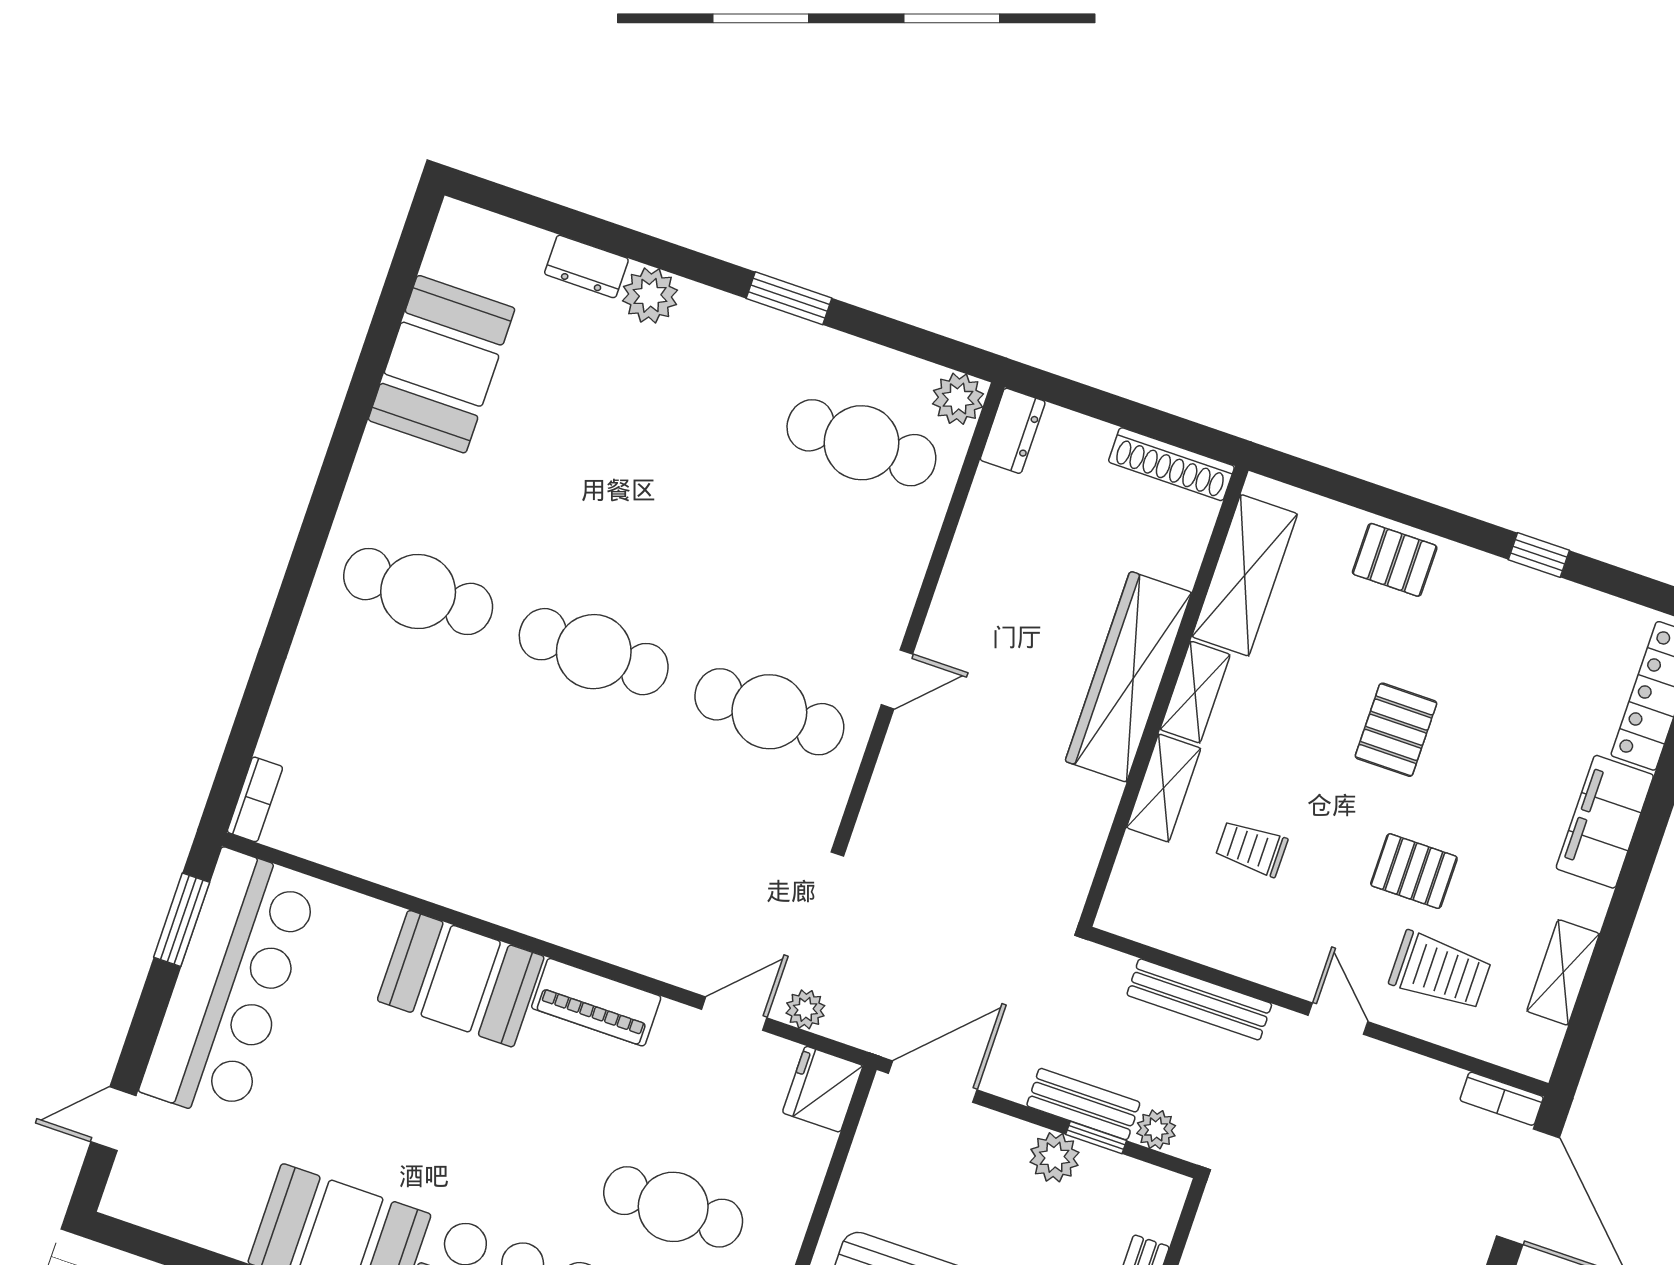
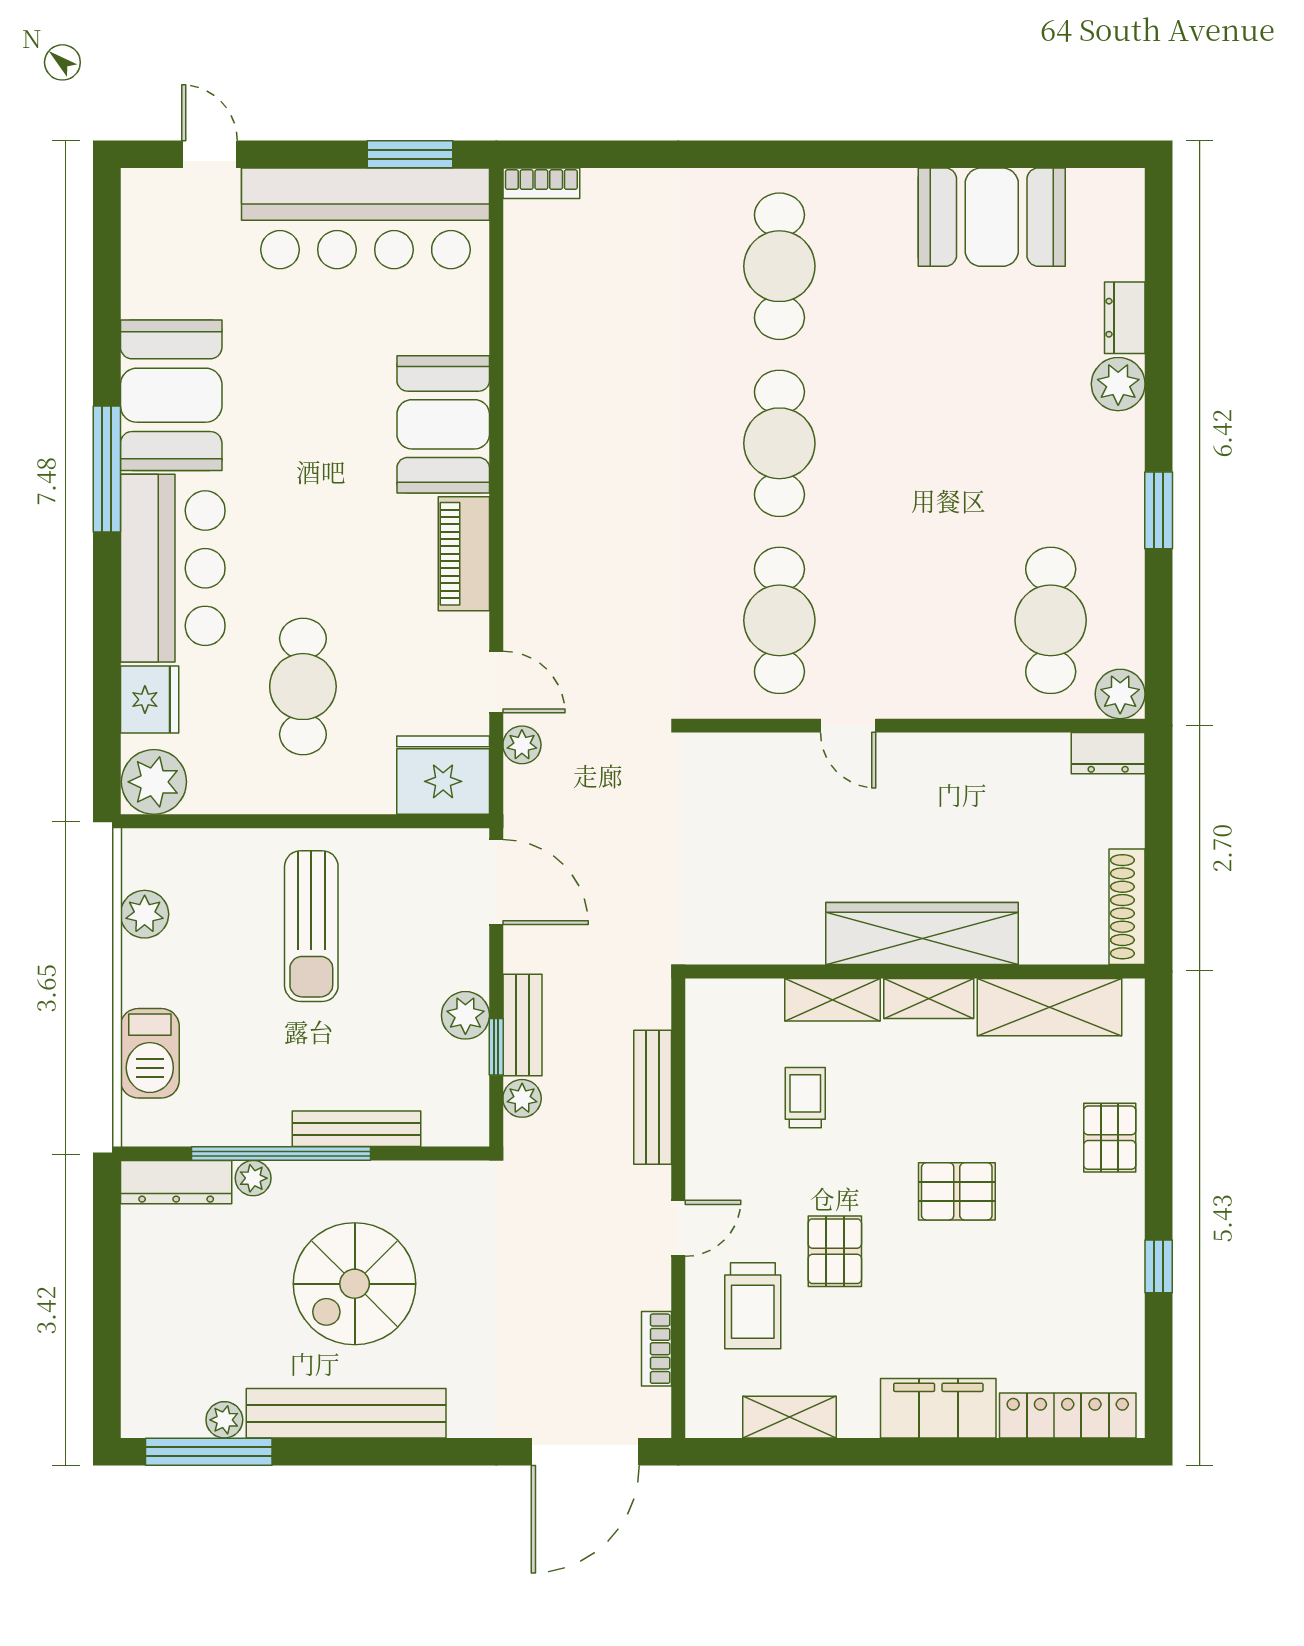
fridge: (823, 1089) -> (443, 775), width x1.36, depth x1.34
bookcase: (1502, 1099) -> (657, 1349), moved

